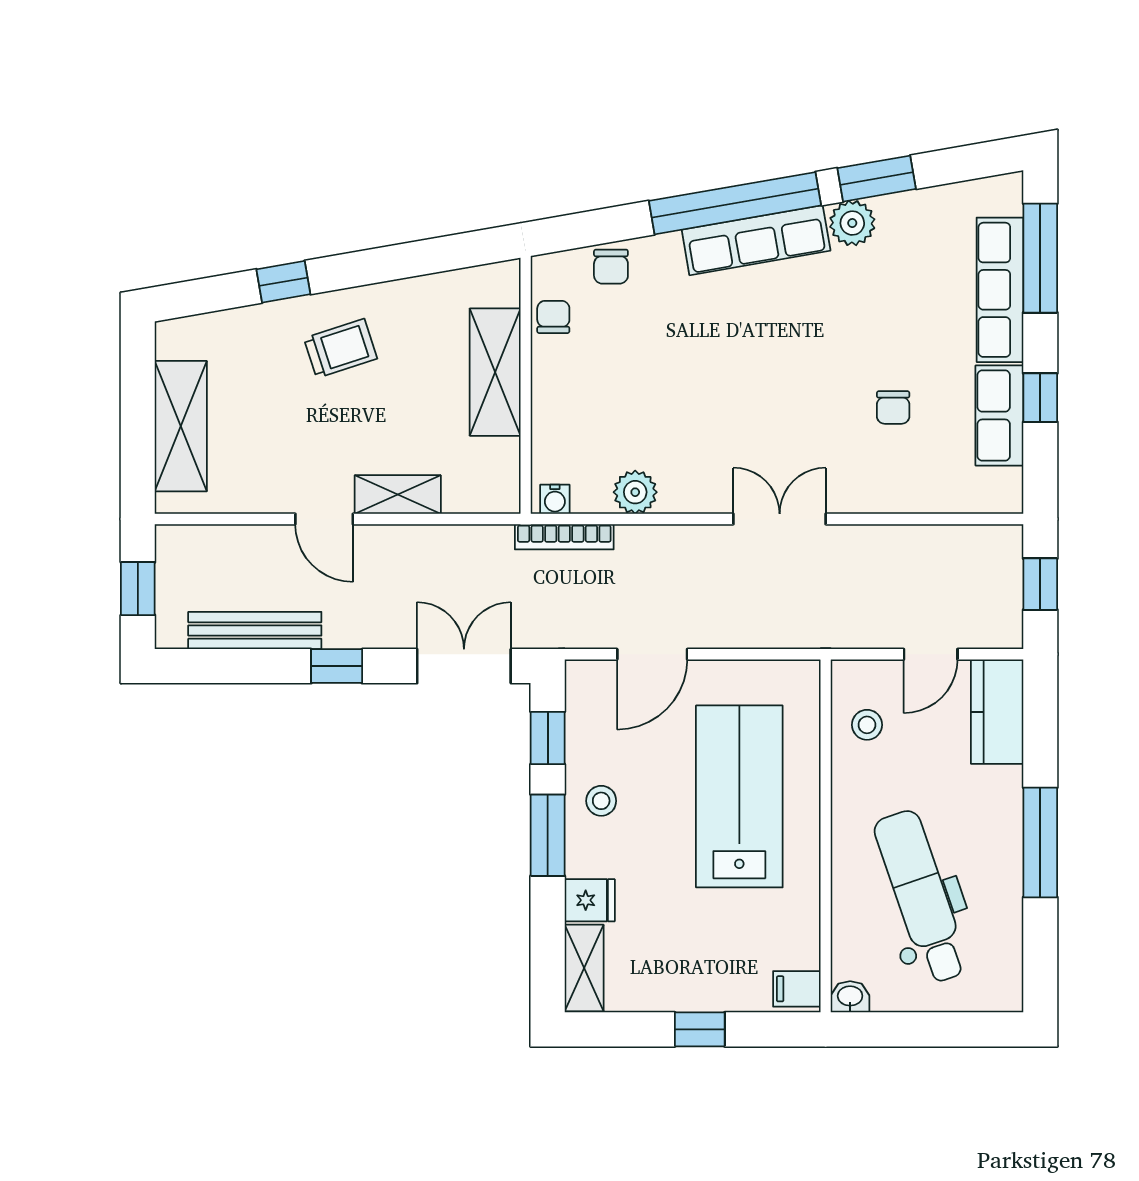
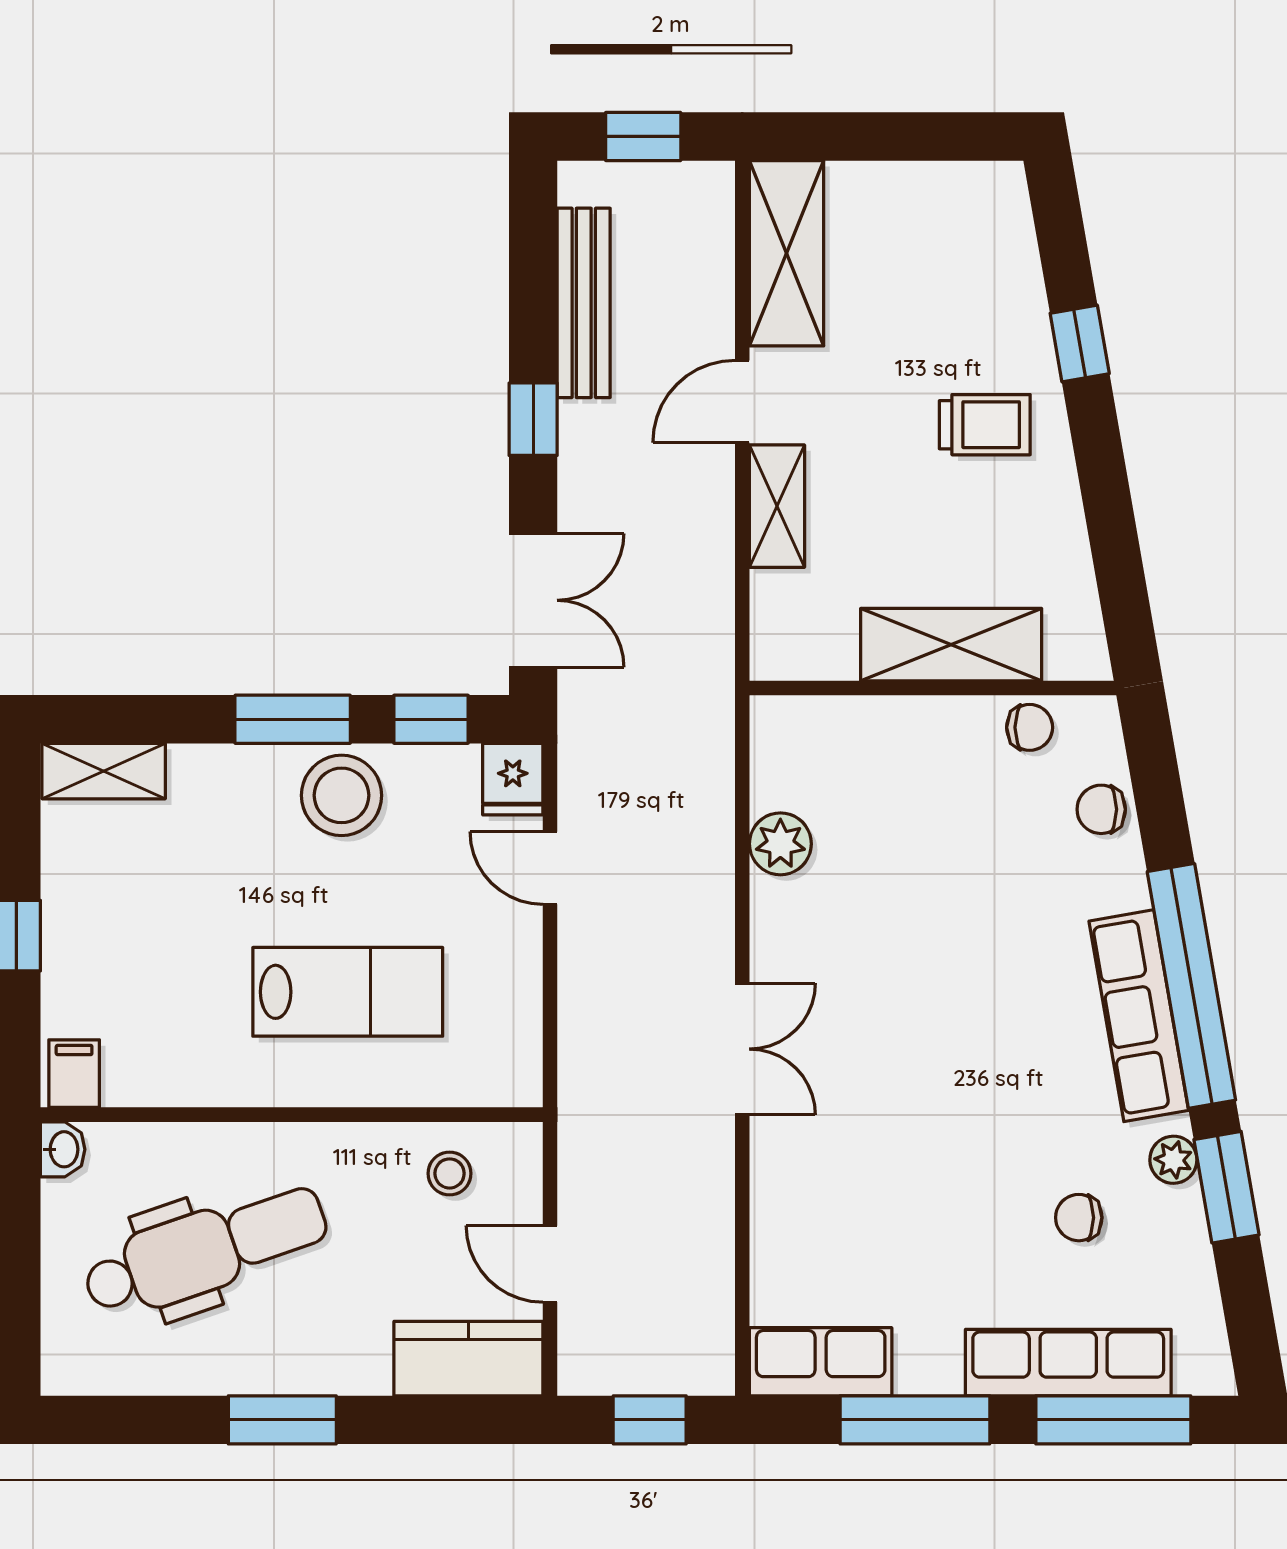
plant: (852, 223) -> (1173, 1160), width x0.73, depth x0.73
trolley: (340, 348) -> (985, 425), turned -72
window: (1040, 398) -> (915, 1420), width x2.17
chair: (893, 408) -> (1079, 1218), moved
row of seats: (999, 416) -> (821, 1362), moved
shelving: (181, 426) -> (787, 253), moved, turned 90
water cooler: (555, 499) -> (770, 730), removed
bookcase: (564, 537) -> (717, 743), removed
door: (652, 654) -> (550, 868), width x0.73
lab bench: (739, 796) -> (348, 992), width x0.73, depth x0.72
stool: (601, 801) -> (342, 795), width x1.89, depth x1.89
window: (1040, 842) -> (282, 1420), width x0.69
fridge: (590, 900) -> (513, 779), moved

